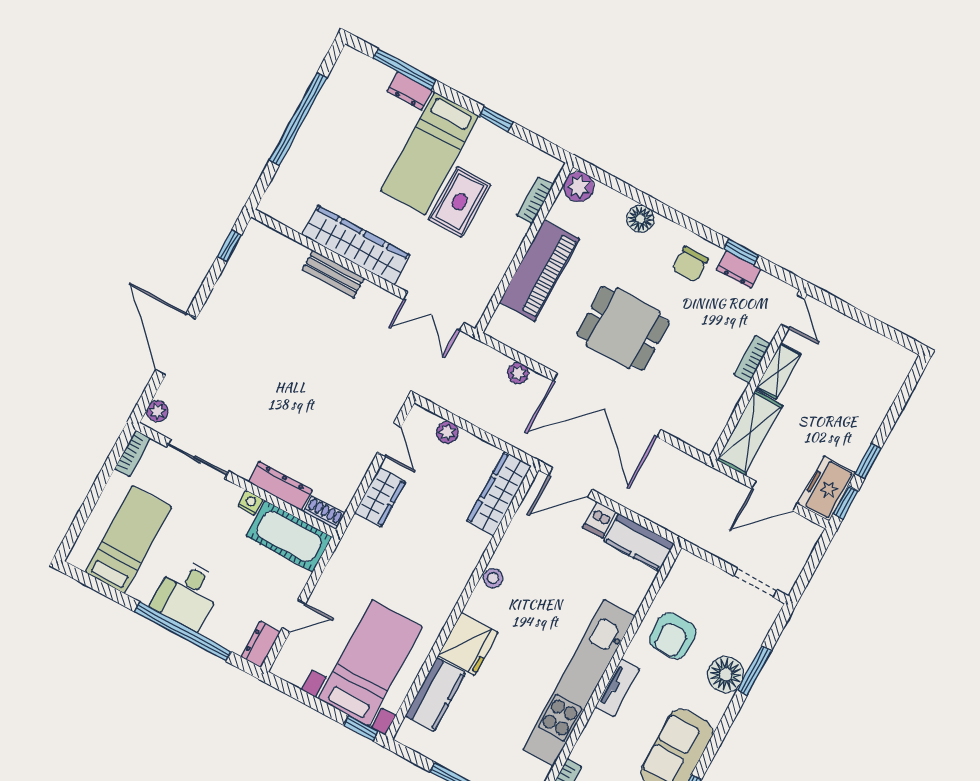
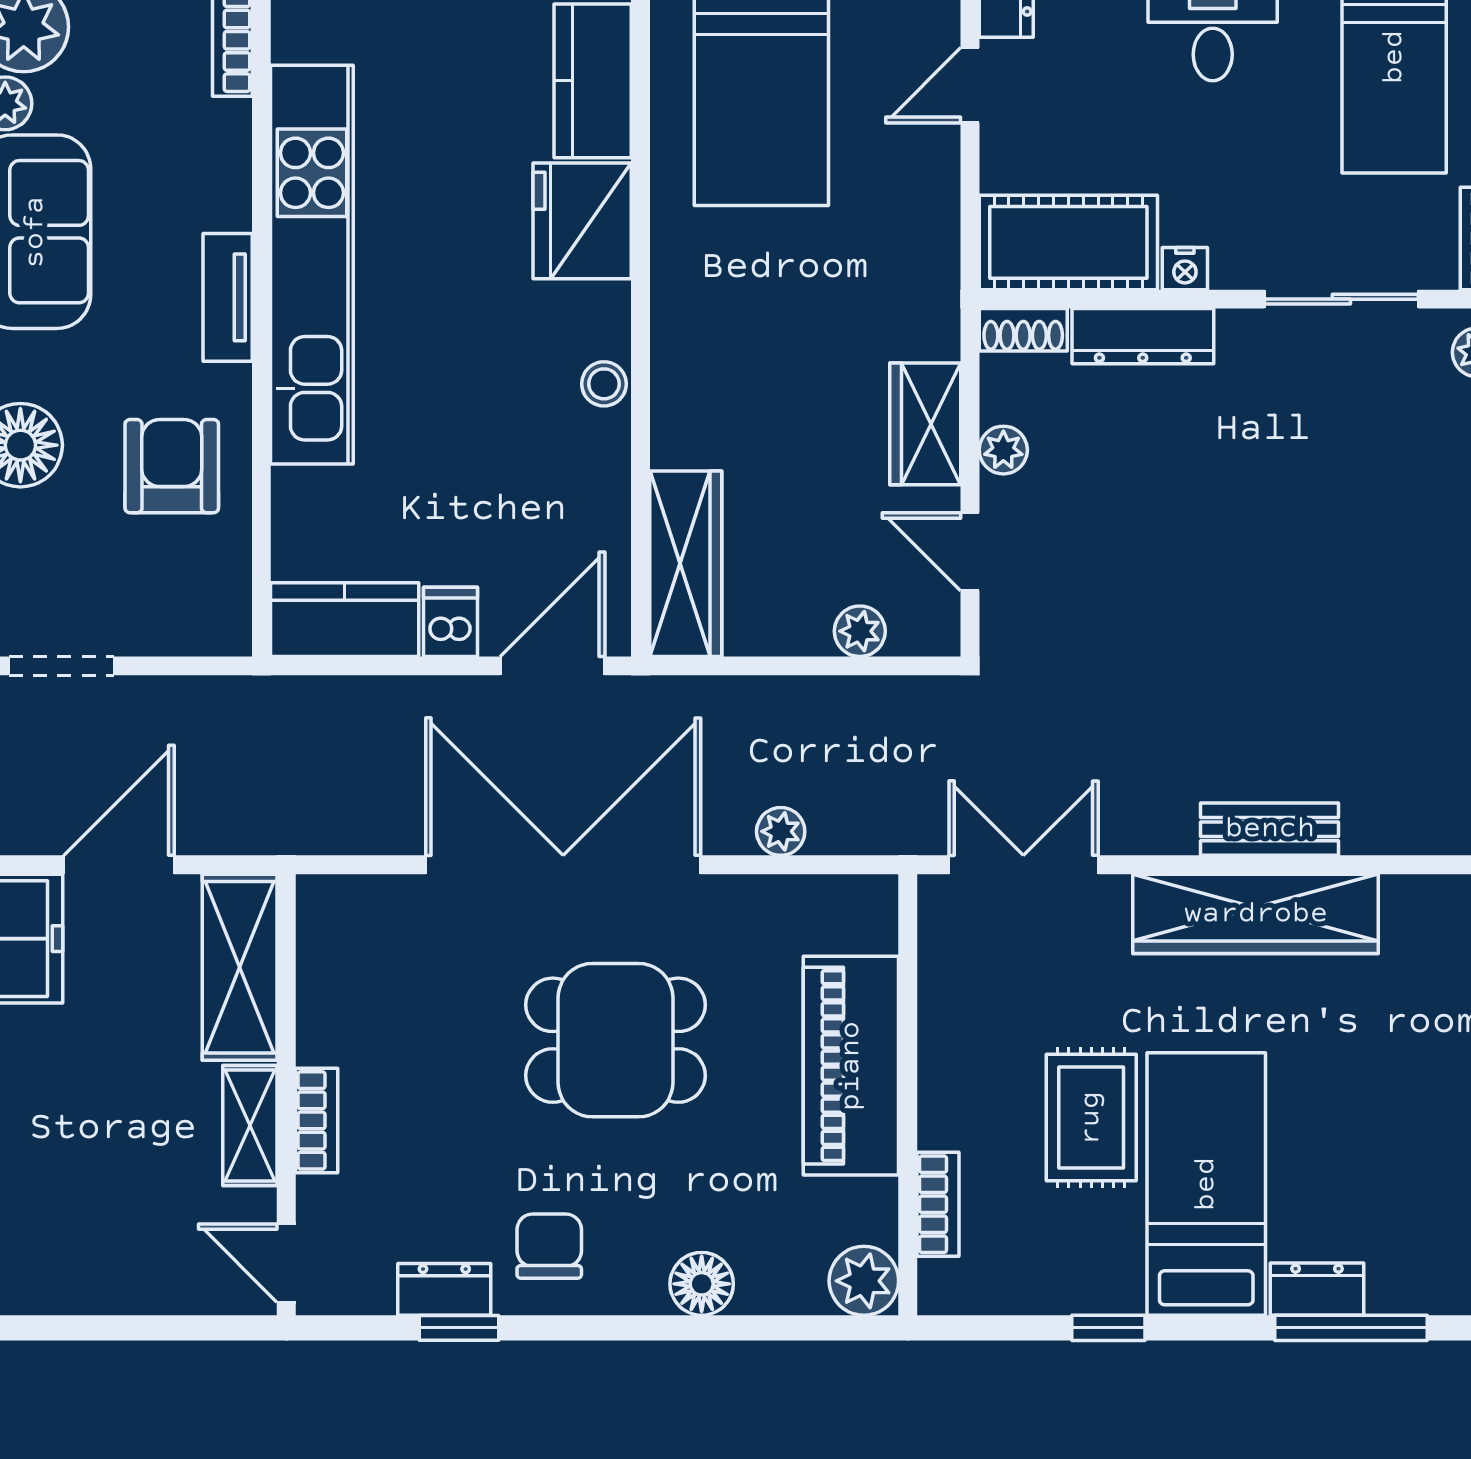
plant: (356, 471) -> (1003, 450), added

